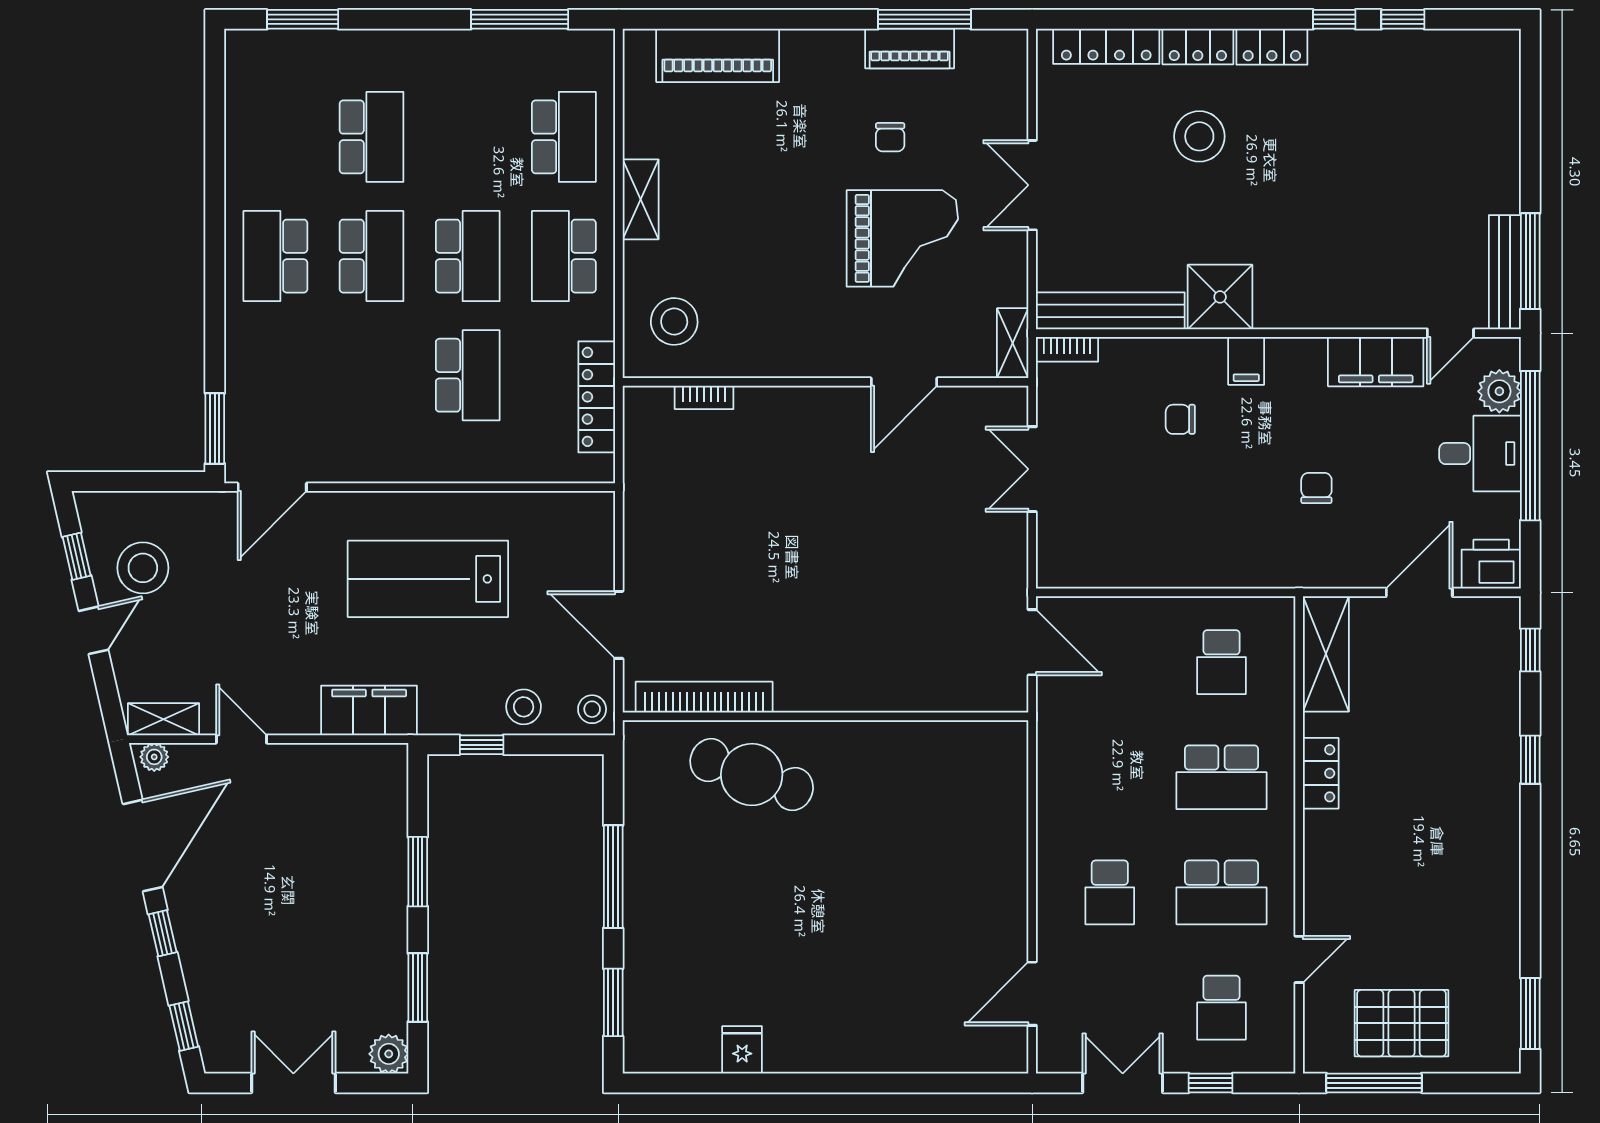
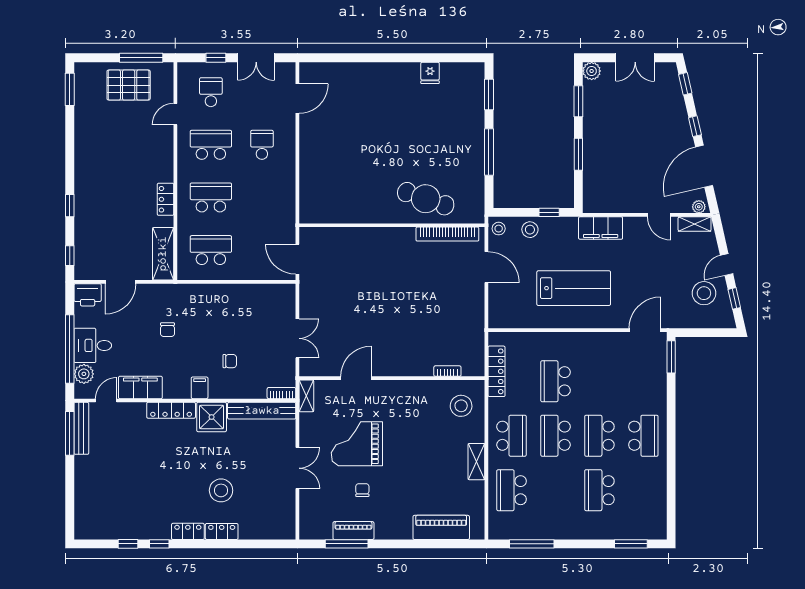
locker: (1106, 46) -> (171, 410), moved, turned 180
school desk: (1222, 662) -> (211, 250), width x1.85

